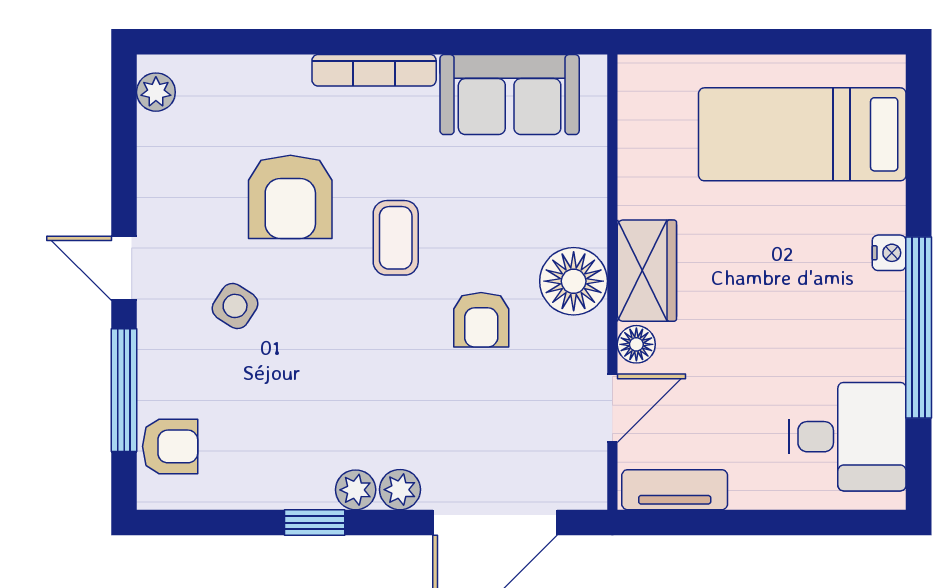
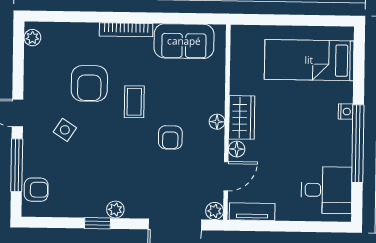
floor lamp: (574, 281) -> (217, 122), width x0.53, depth x0.53
plant: (400, 490) -> (215, 211), moved

